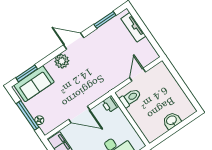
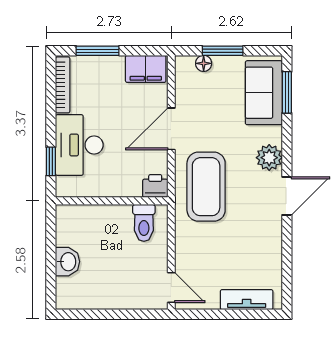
window: (105, 20) -> (287, 265), removed
door: (138, 75) -> (171, 288), moved
coffee table: (95, 81) -> (206, 187), added
window: (28, 115) -> (223, 51), width x0.69

